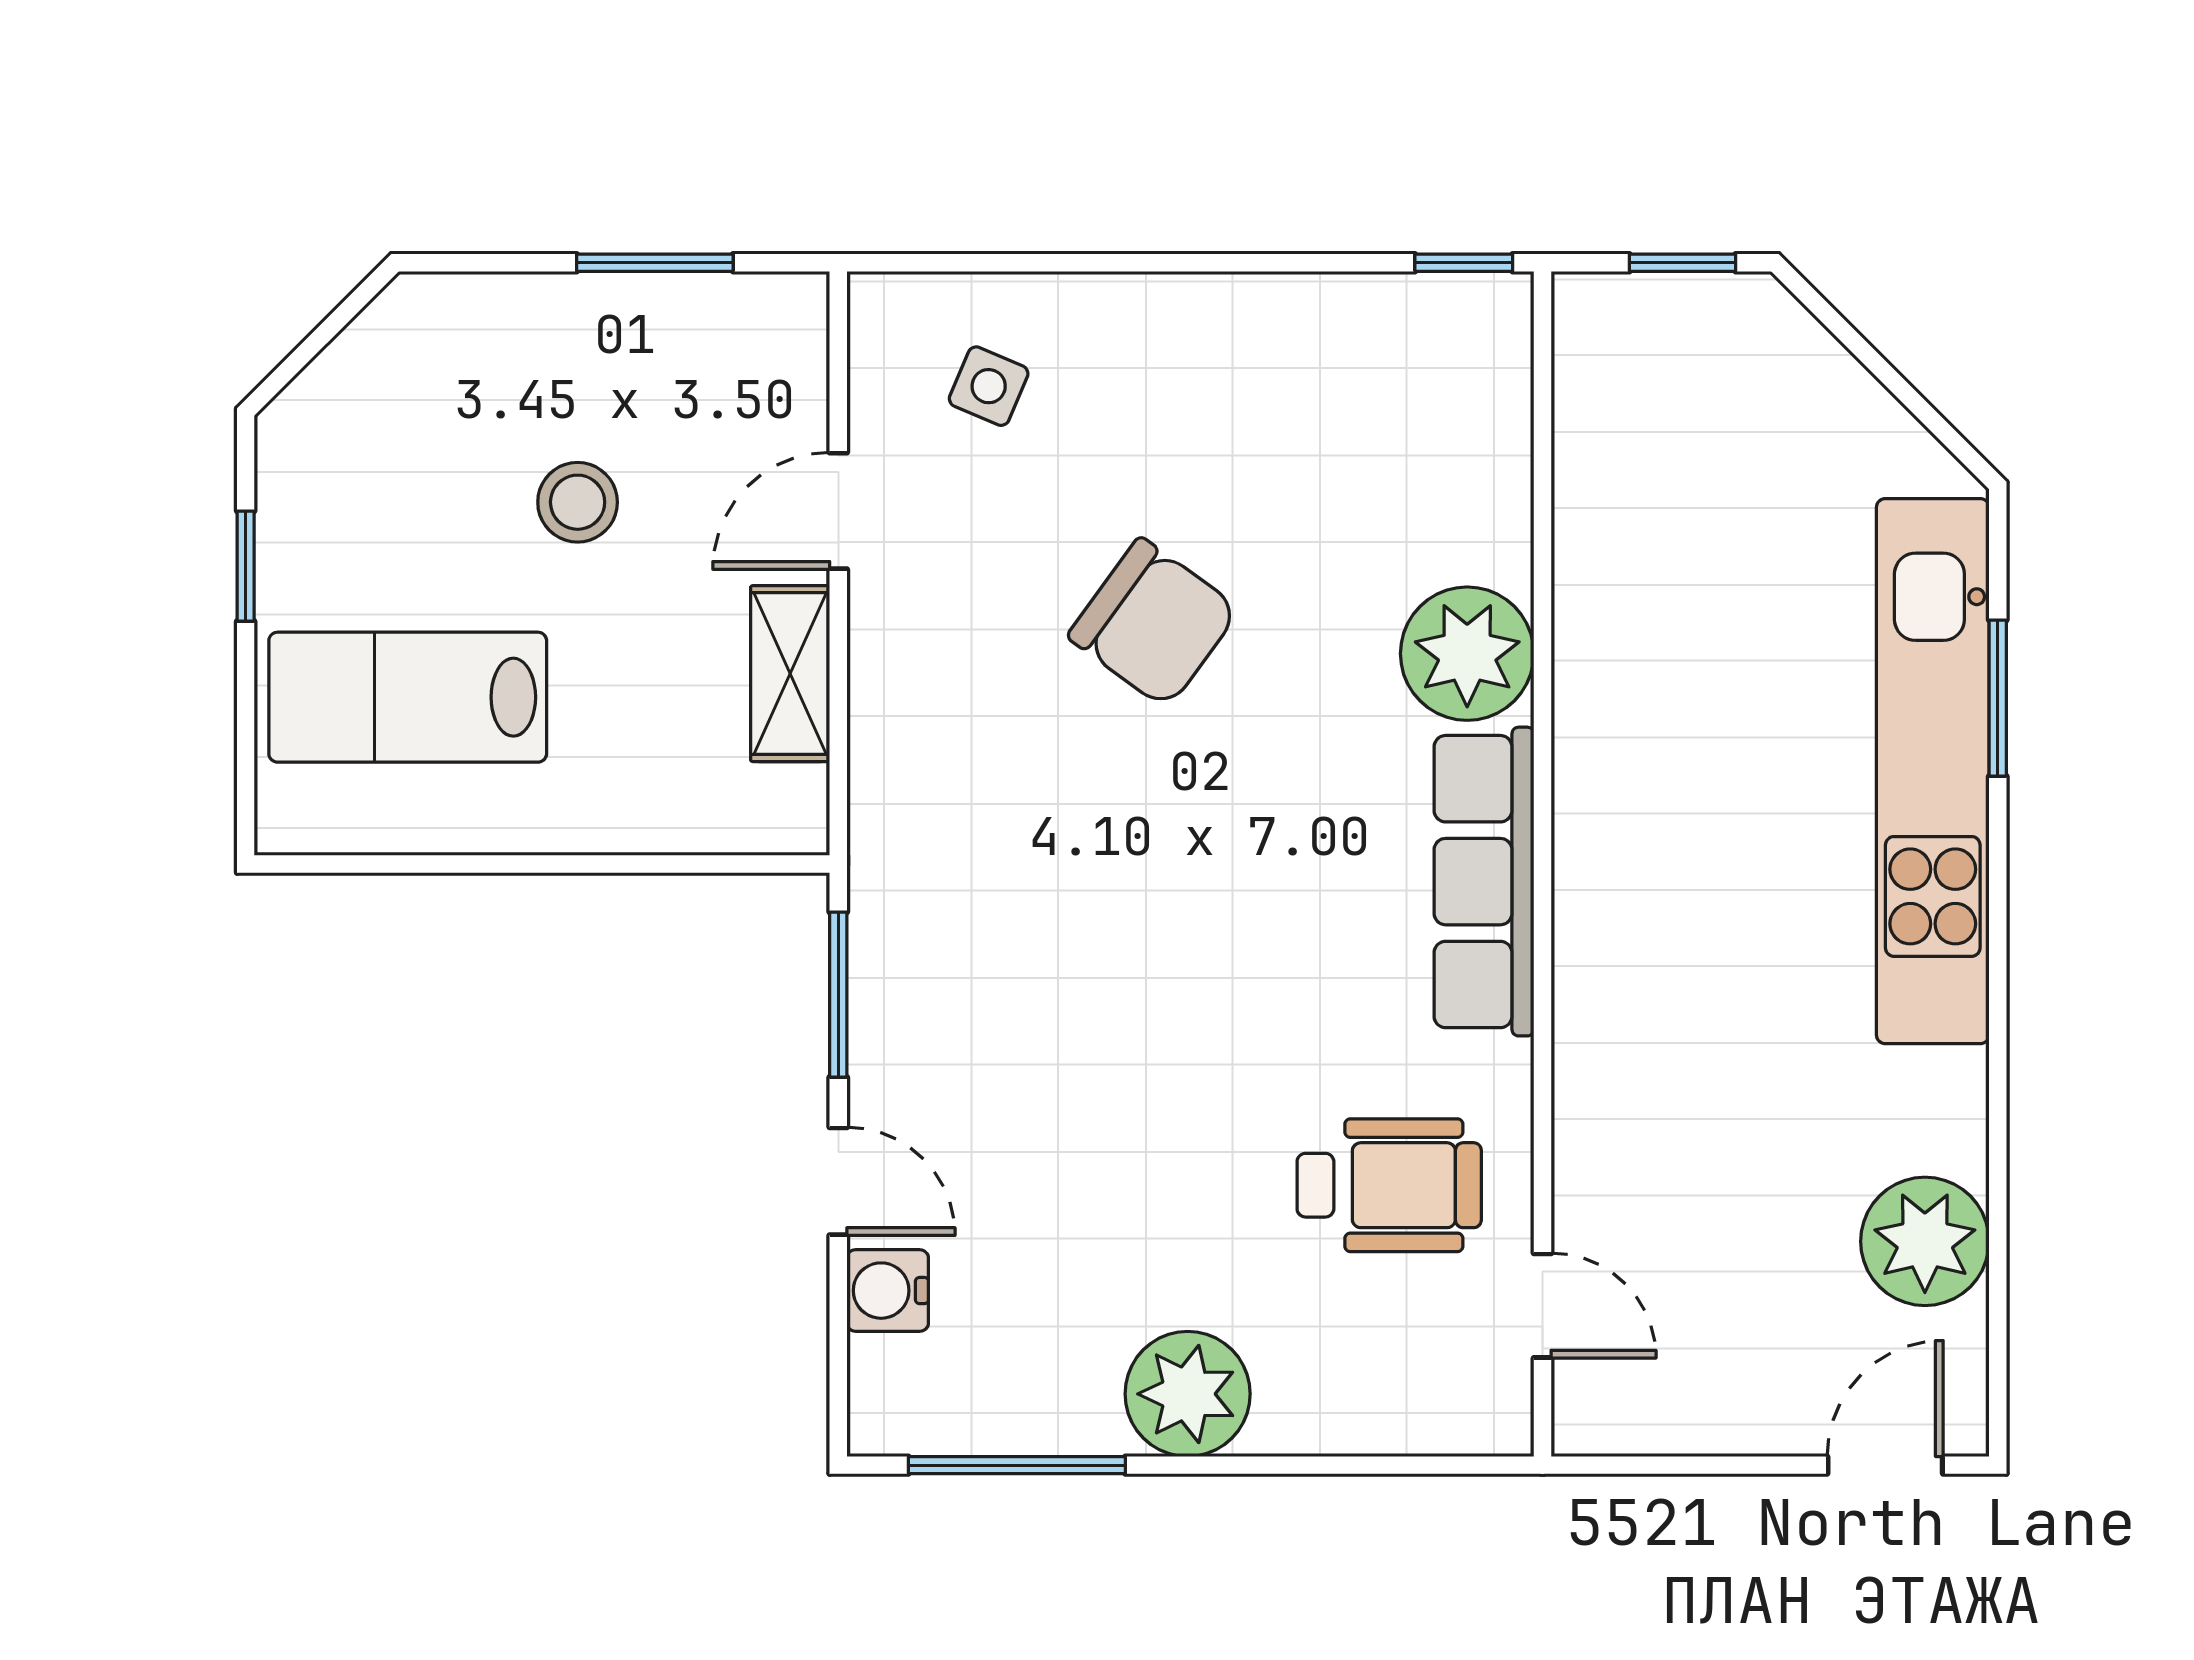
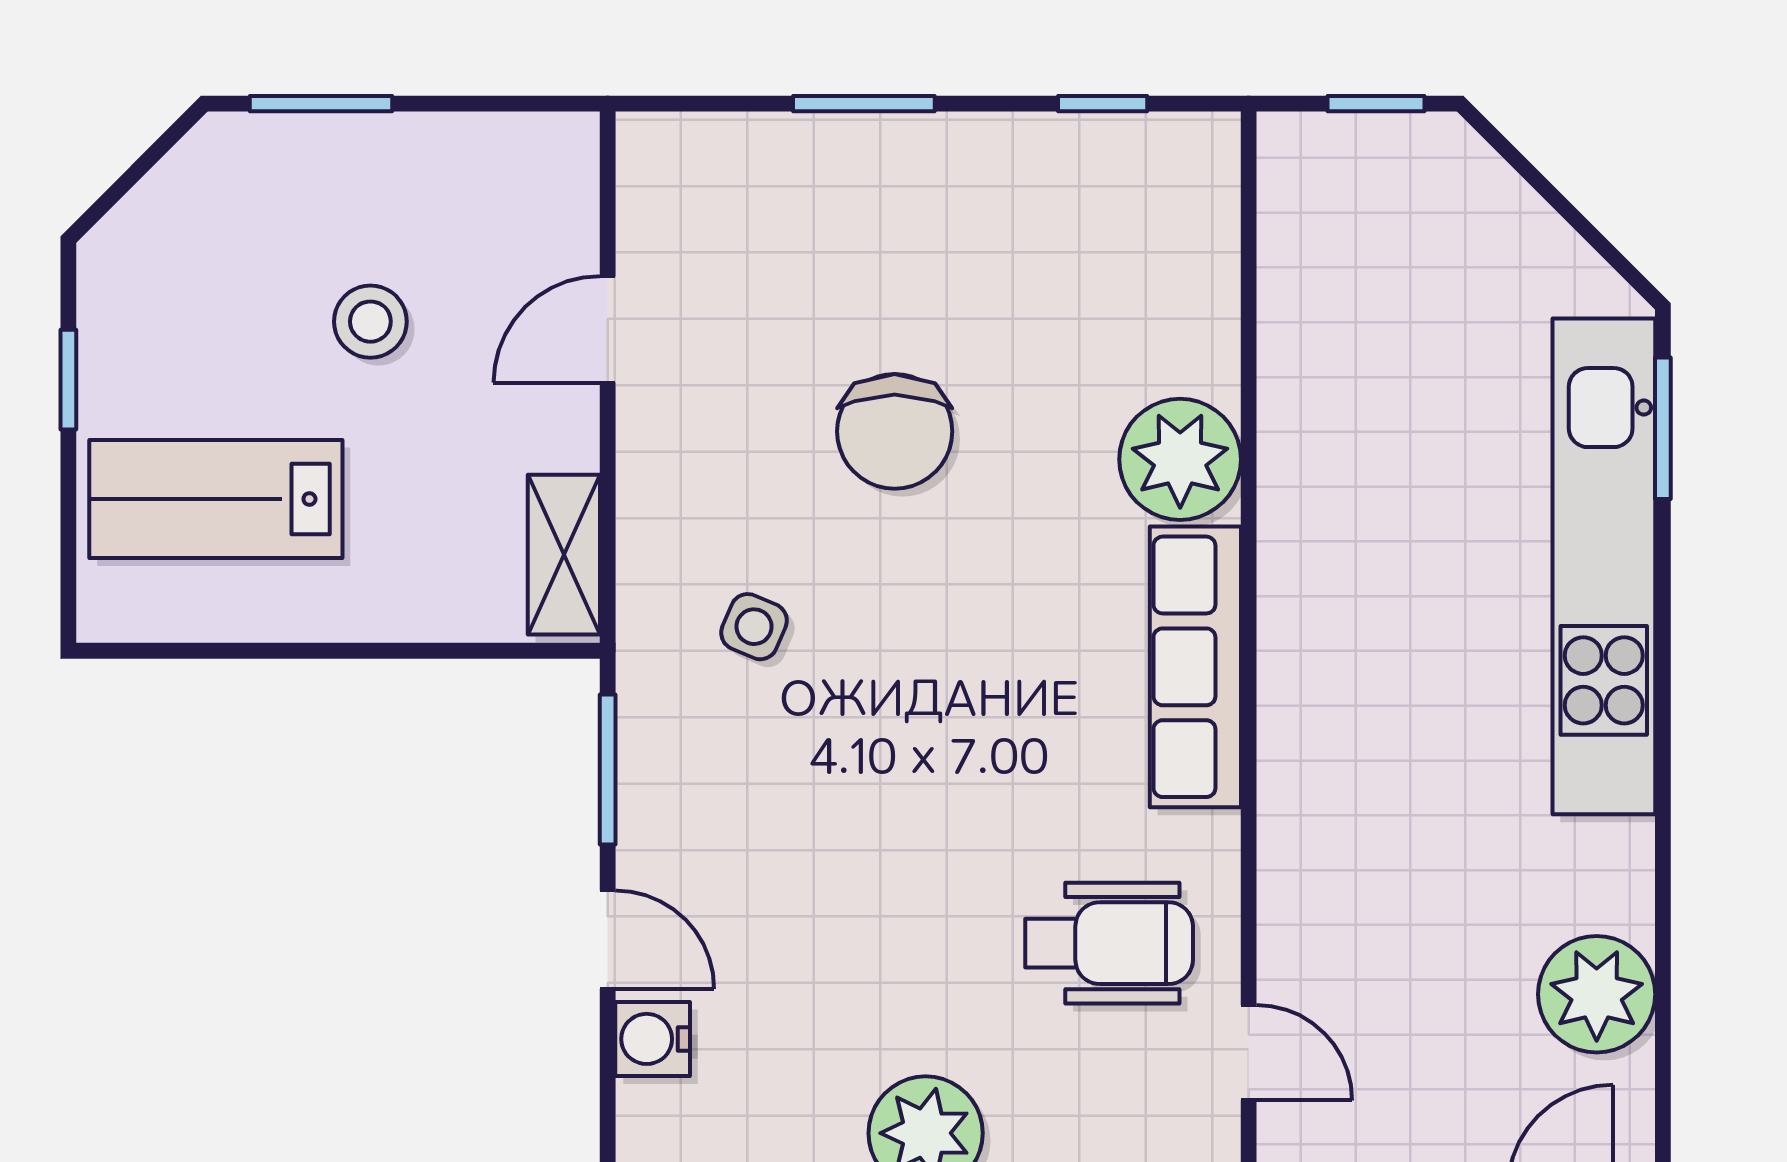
window: (655, 263) -> (321, 104), moved
window: (1120, 263) -> (864, 104), added
window: (1464, 263) -> (1103, 104), moved
side table: (989, 386) -> (754, 627), moved
chair: (1154, 623) -> (895, 431), turned 54
shelving: (790, 674) -> (564, 555), moved
window: (1998, 698) -> (1663, 428), moved

